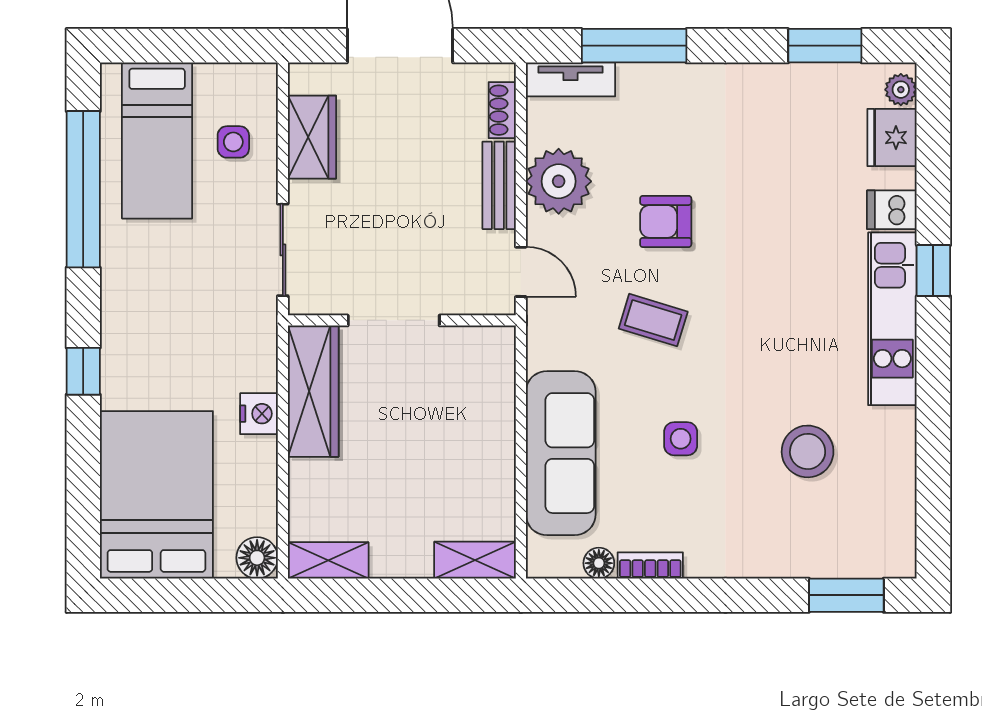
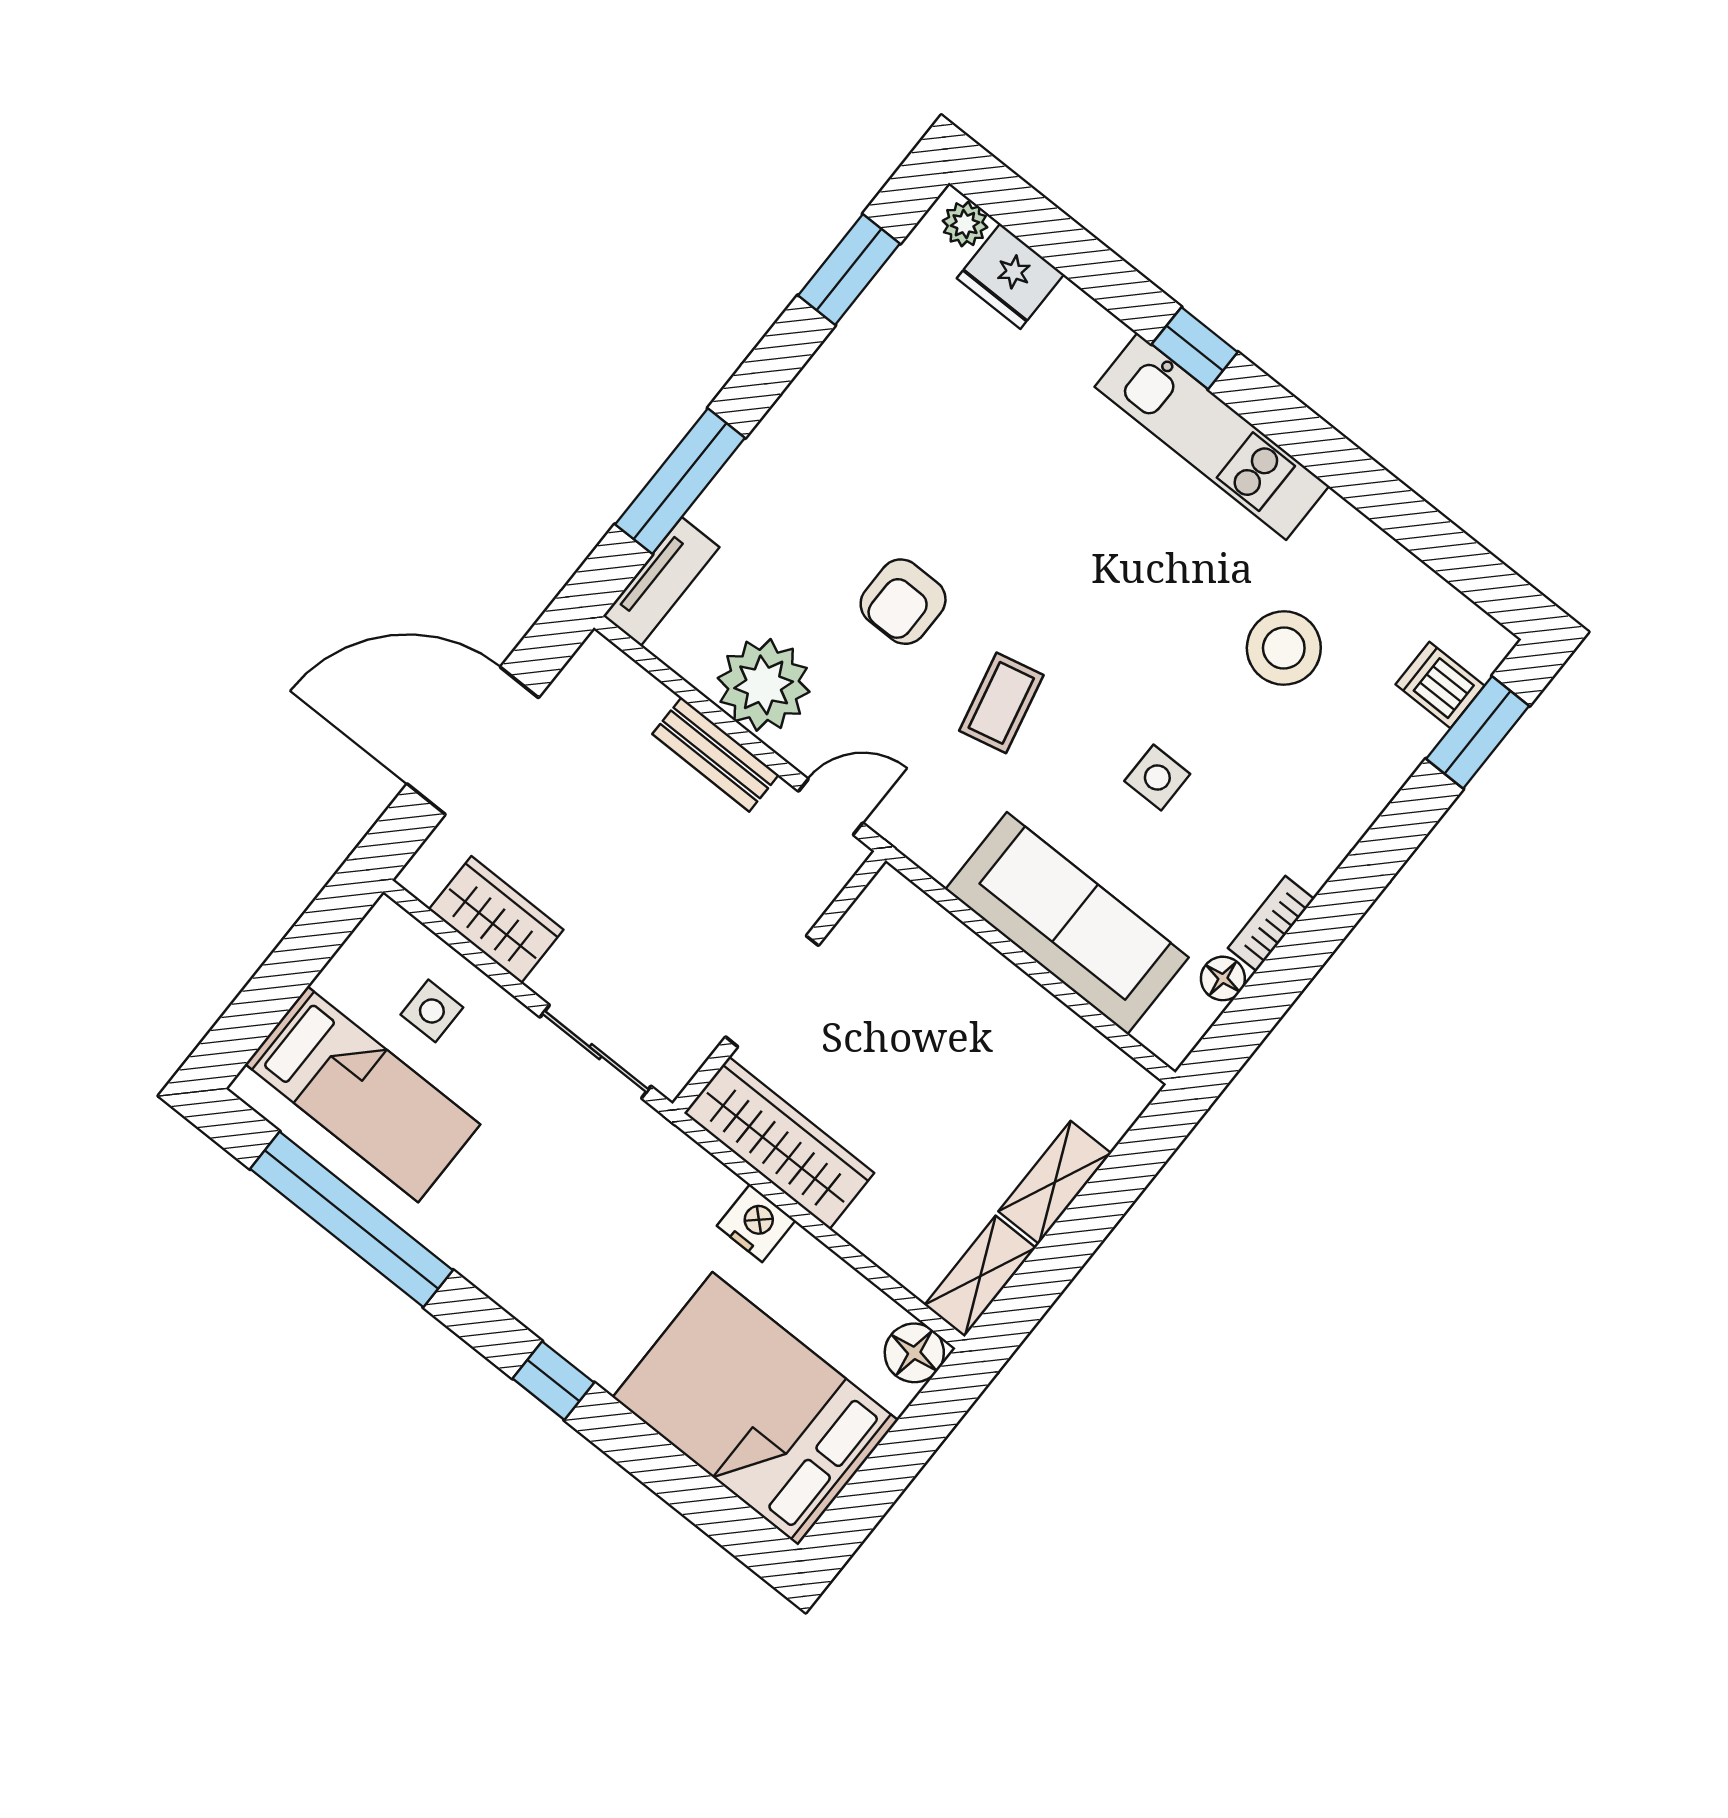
shoe rack: (502, 110) -> (635, 684), removed
dishwasher: (892, 210) -> (1440, 685), moved, turned 90
coffee table: (653, 320) -> (1001, 703), turned -30
shelving: (475, 560) -> (1055, 1182), moved

